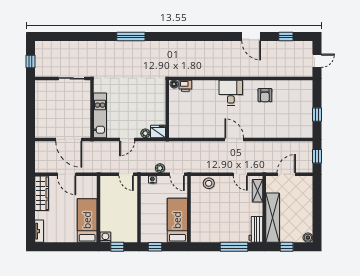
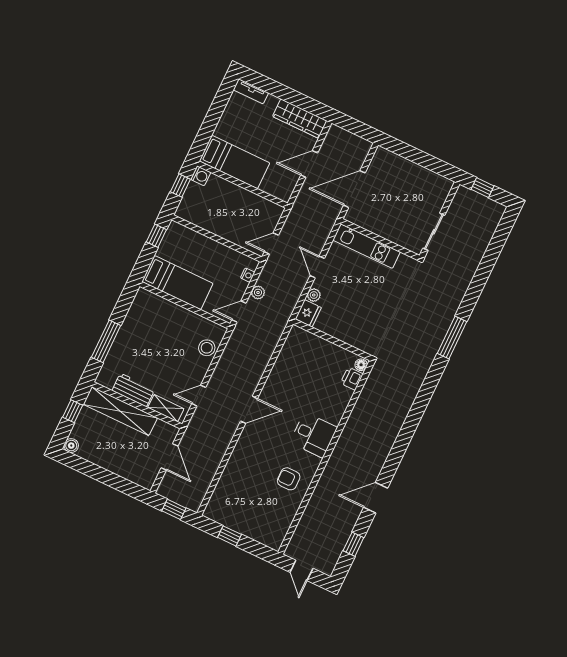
workbench: (256, 229) -> (133, 390), moved

